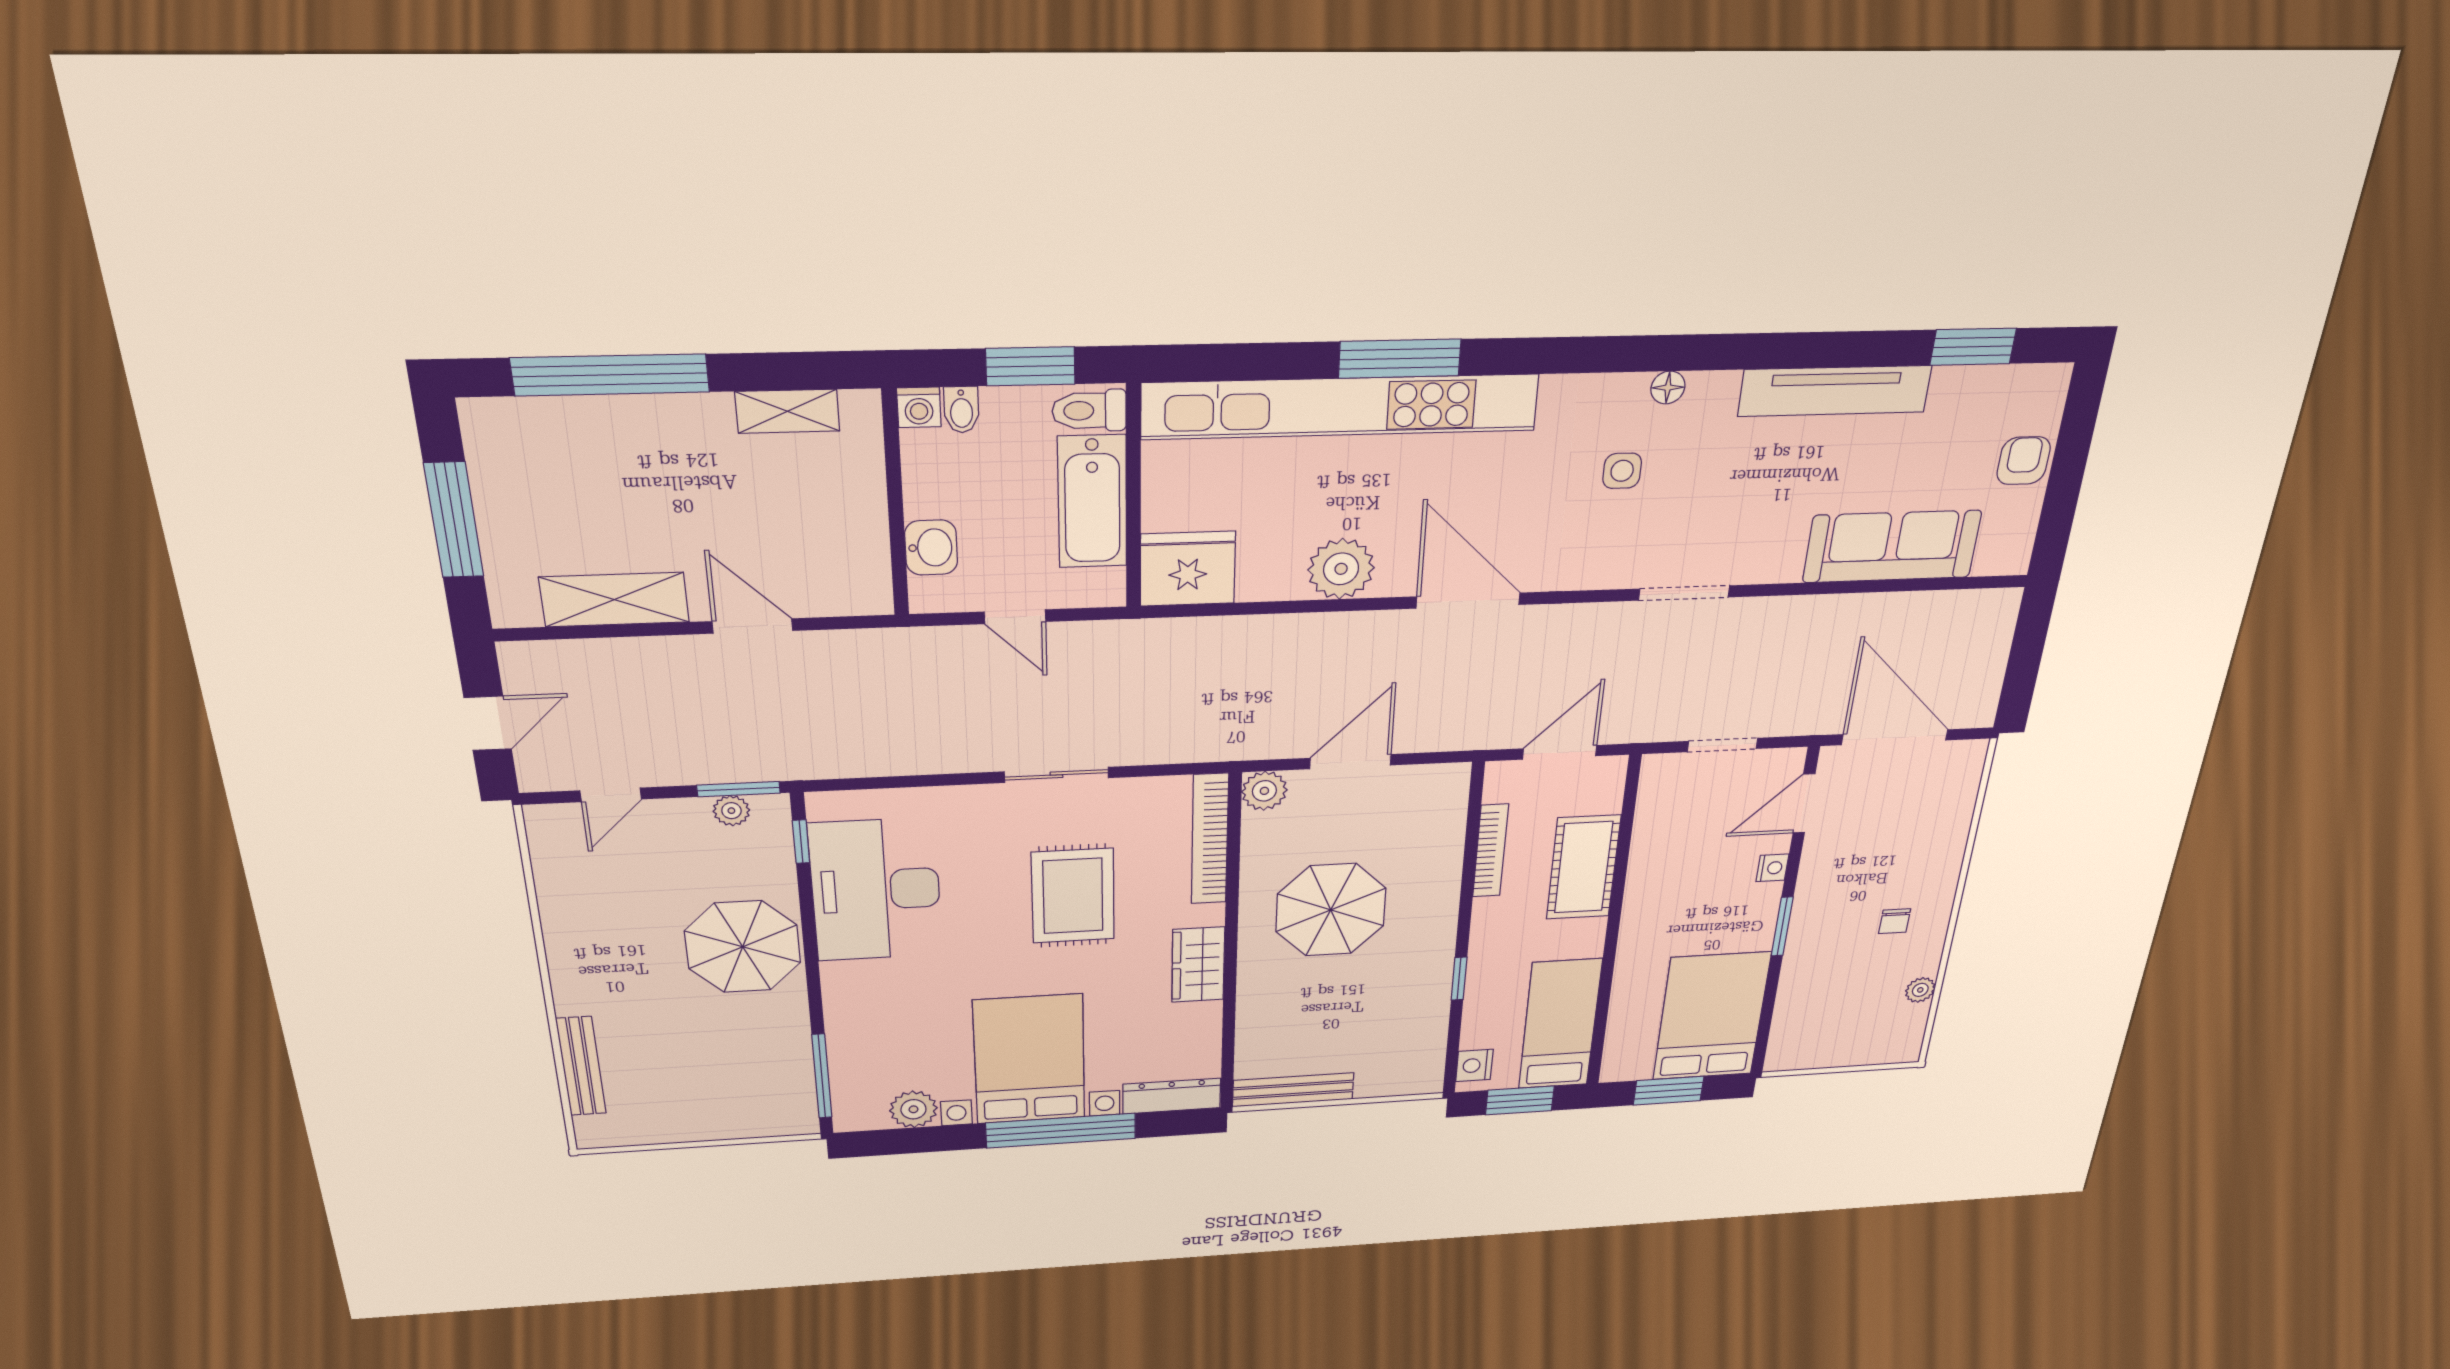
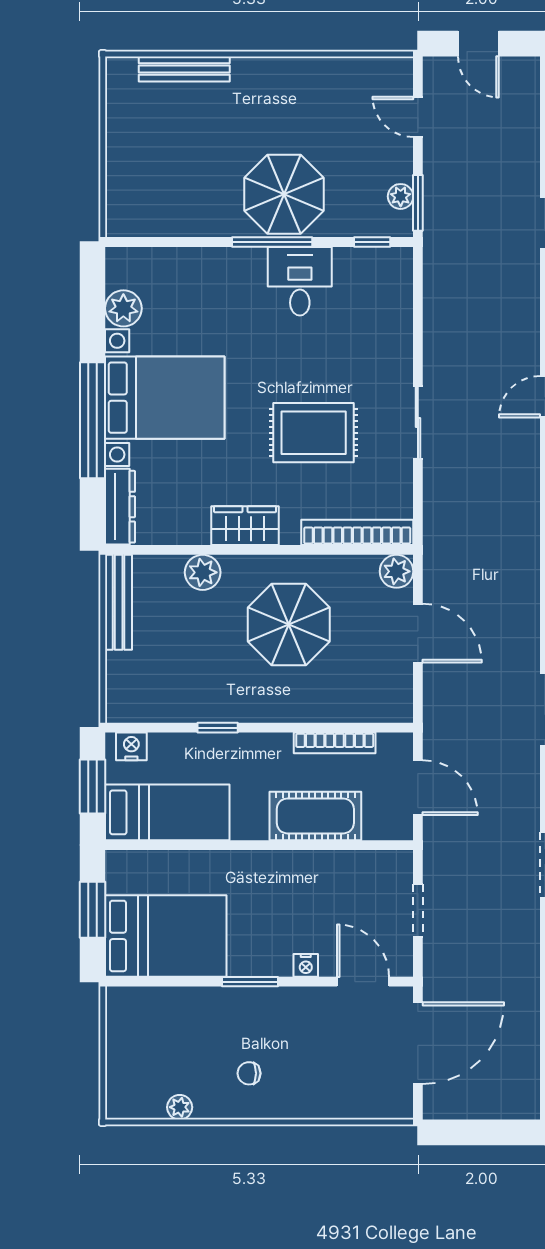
desk: (876, 890) -> (300, 281), width x0.53, depth x0.77
plant: (1258, 1006) -> (203, 572), added
window: (822, 1076) -> (272, 242), moved

